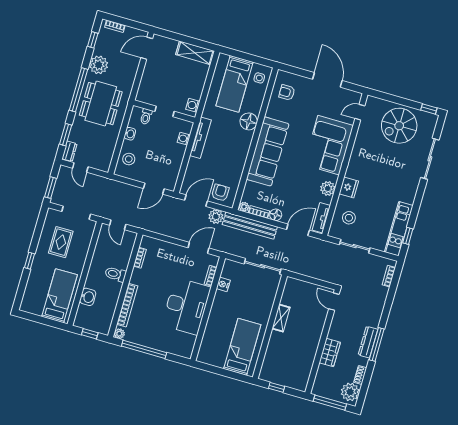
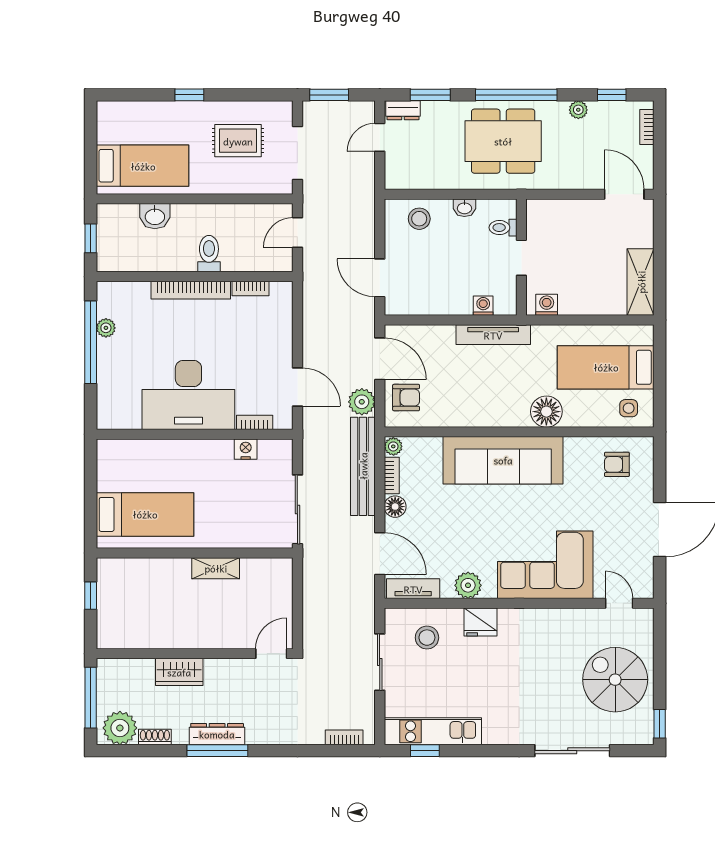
plant: (99, 65) -> (578, 110), width x0.53, depth x0.53
armchair: (287, 93) -> (617, 464), turned -90
bookcase: (127, 305) -> (191, 290), moved
plant: (119, 334) -> (106, 328), moved

